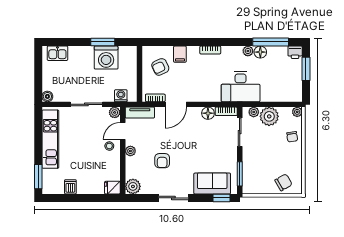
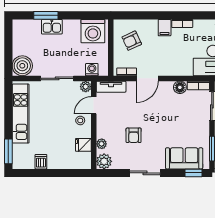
window: (103, 42) -> (46, 15), moved
kitchen sink: (57, 53) -> (52, 27), moved
filing cabinet: (180, 54) -> (165, 28), moved
washing machine: (106, 58) -> (93, 31), moved
boiler: (47, 96) -> (22, 66), width x1.86, depth x1.86
plant: (130, 151) -> (102, 144), moved
fridge: (112, 188) -> (83, 145), moved

